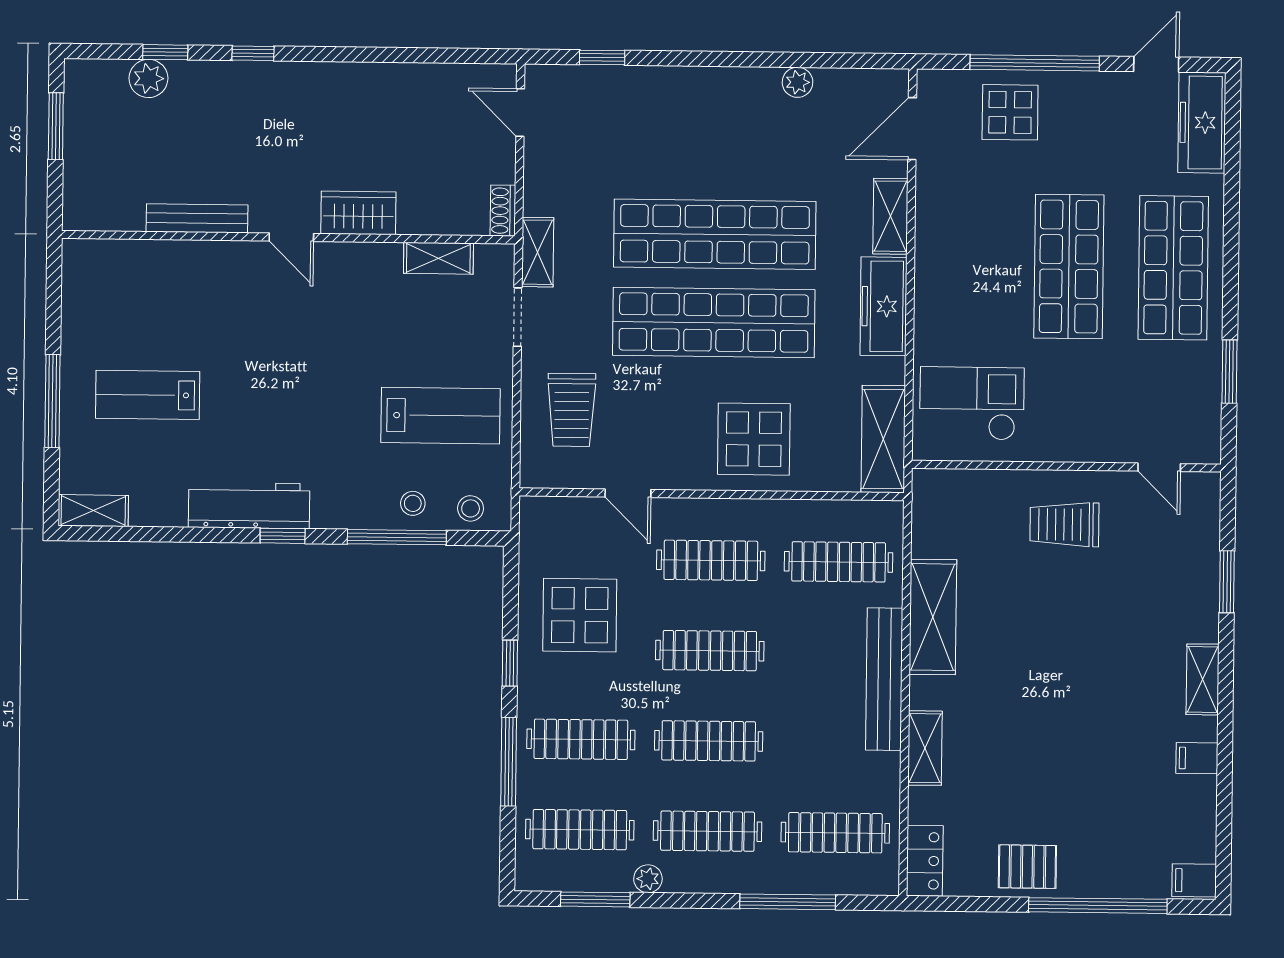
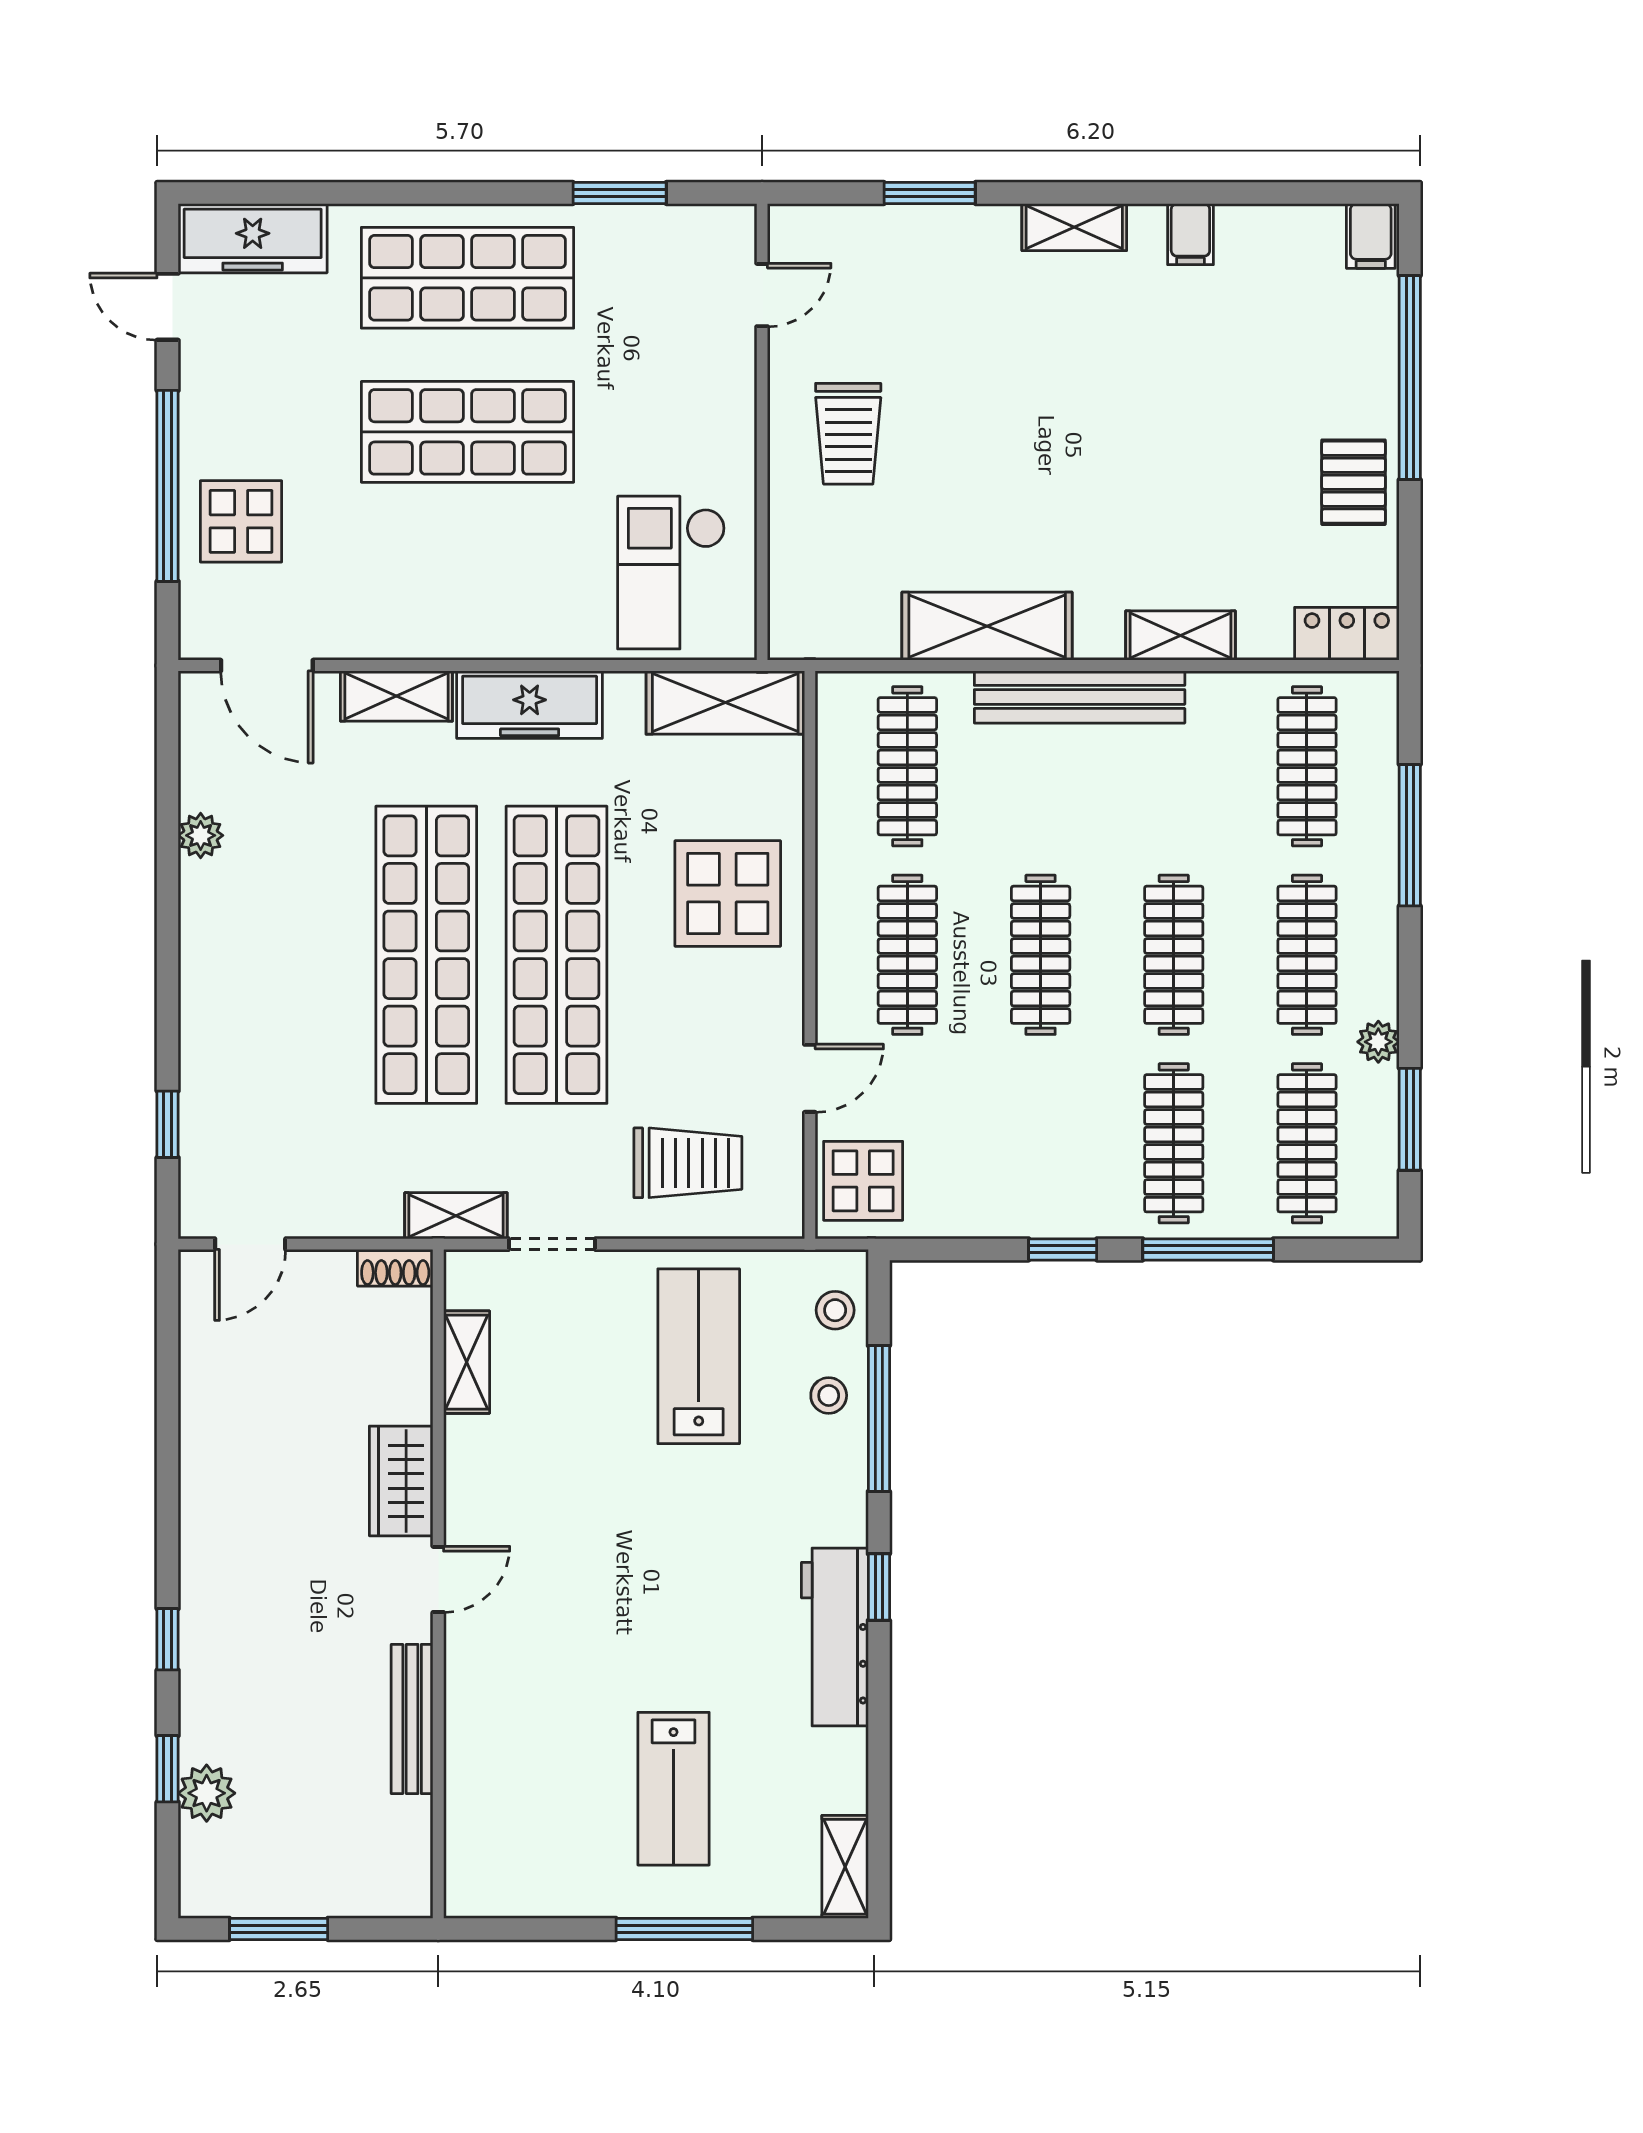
display table: (580, 615) -> (863, 1181), moved, width x0.73, depth x0.73

